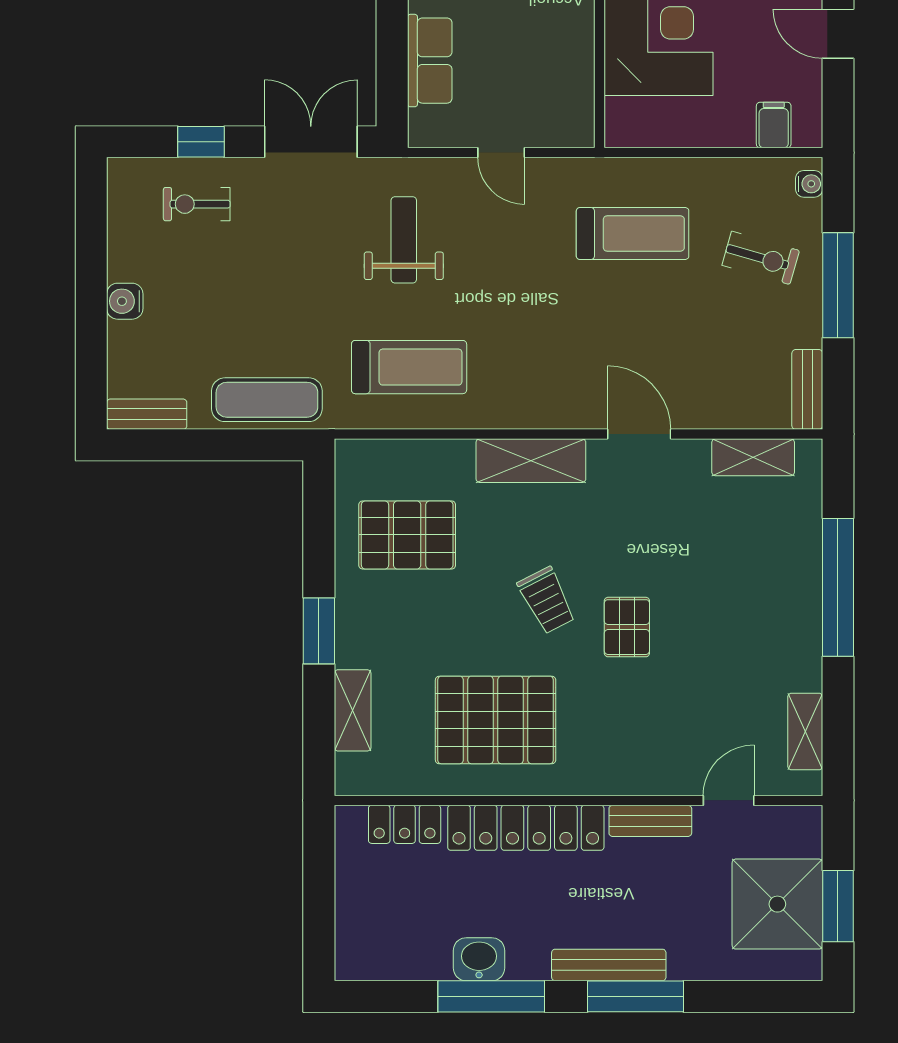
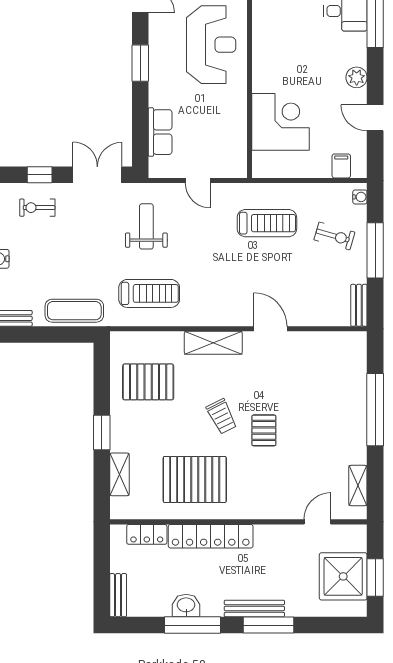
shelving: (753, 457) -> (330, 341), removed
bench: (650, 821) -> (118, 595), moved, turned 90

